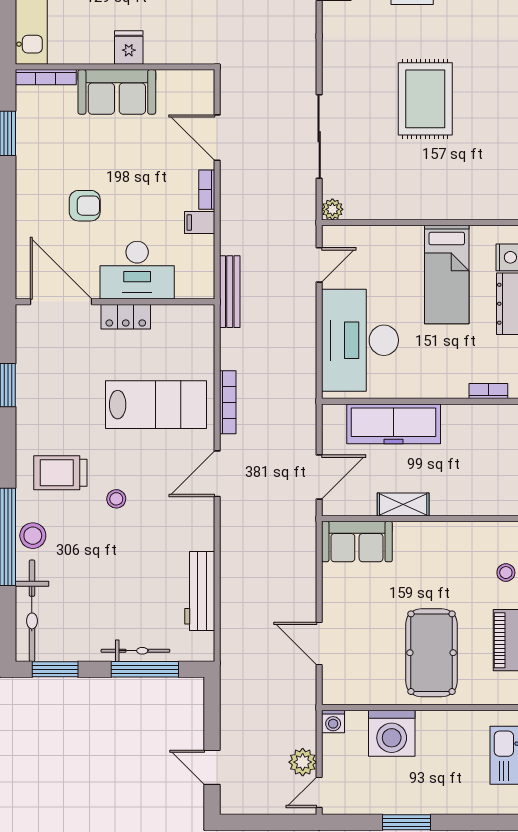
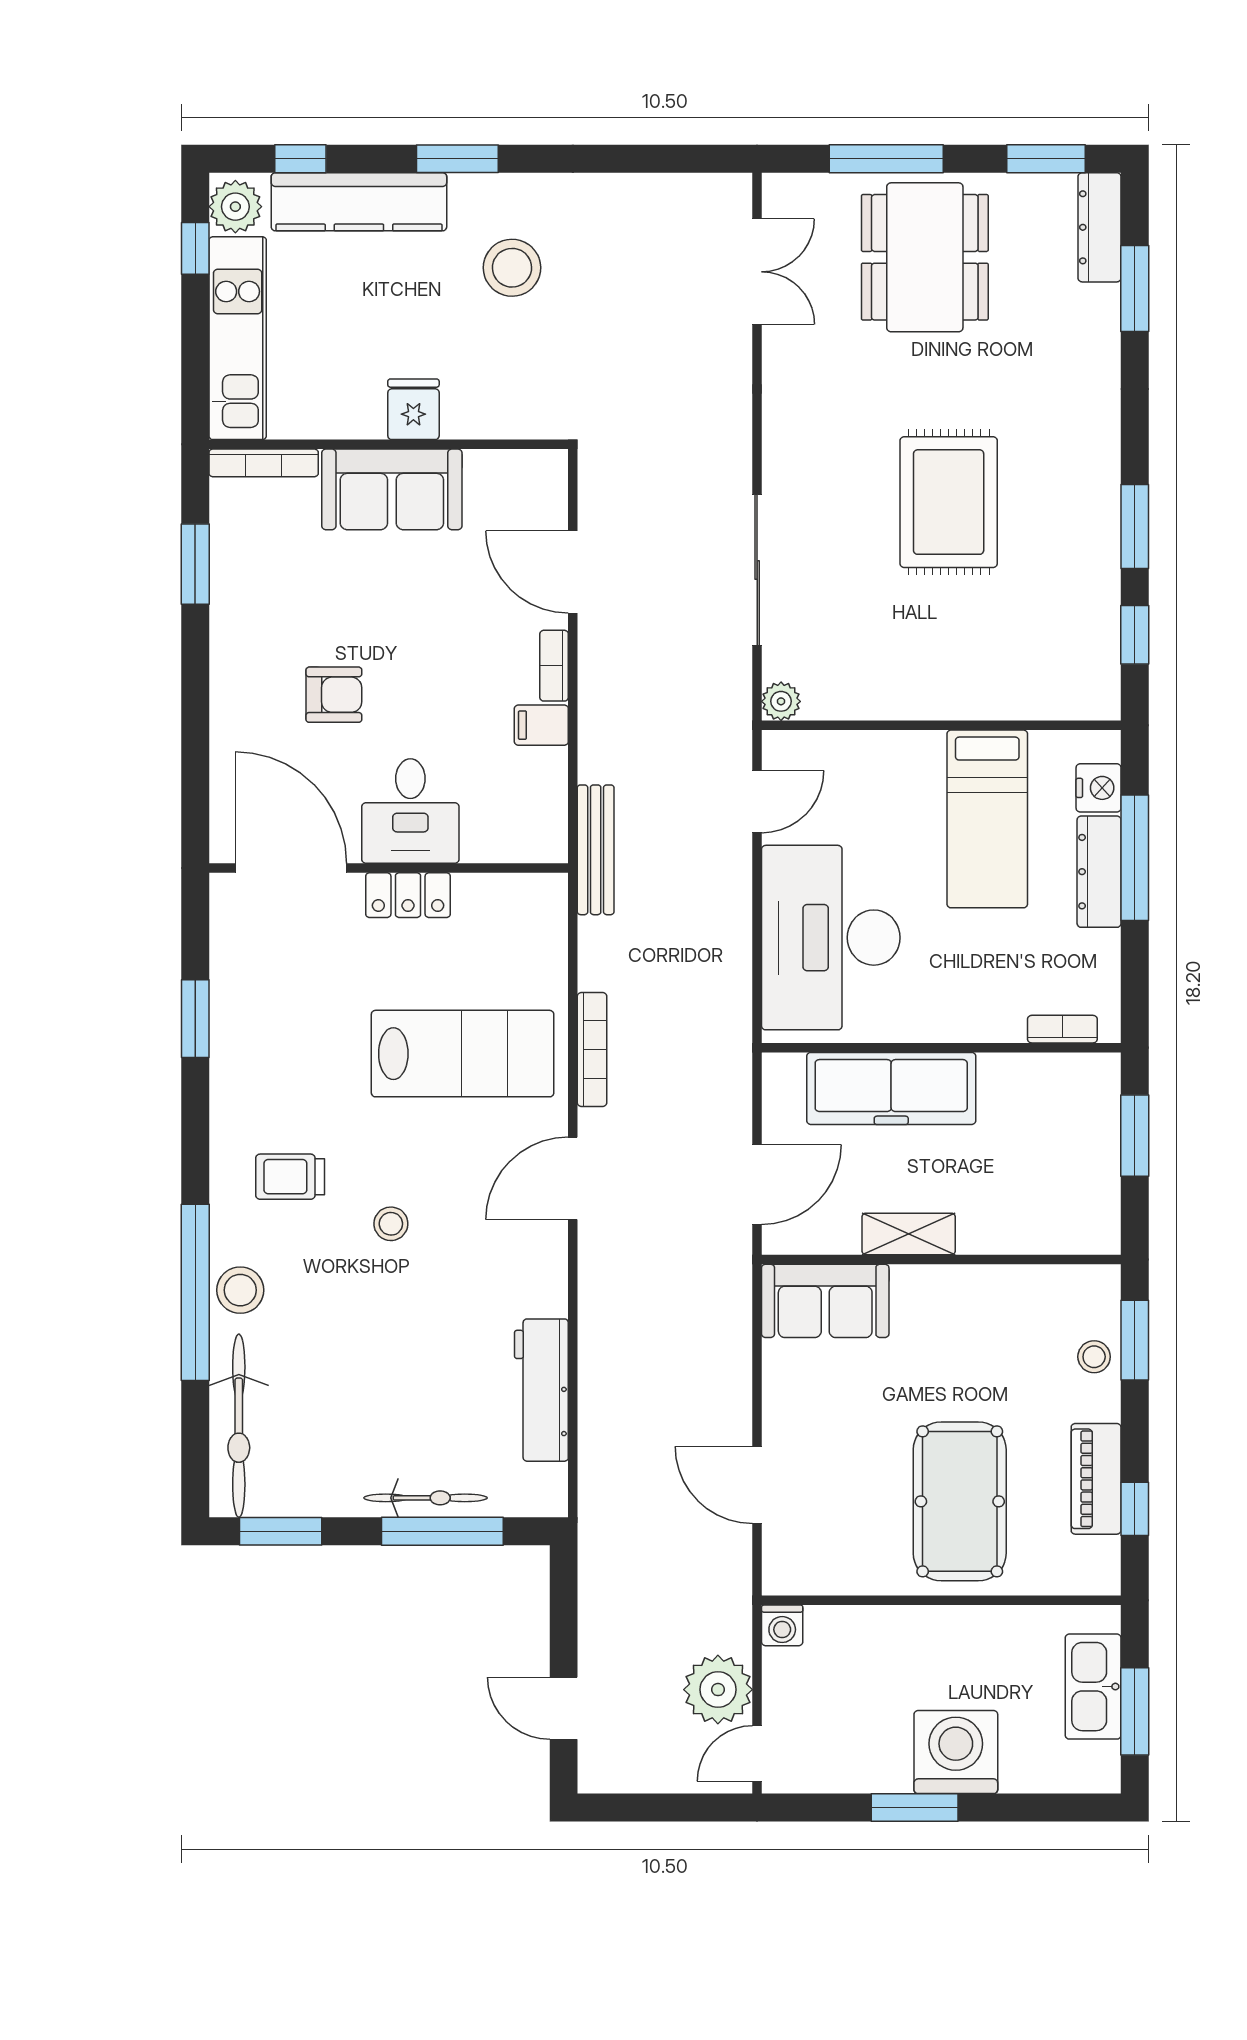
desk: (137, 270) -> (410, 811), width x0.73
trolley: (60, 473) -> (290, 1177), width x0.73, depth x0.72
washing machine: (392, 733) -> (956, 1752), moved, turned 180
plant: (303, 762) -> (718, 1690), width x1.36, depth x1.36

